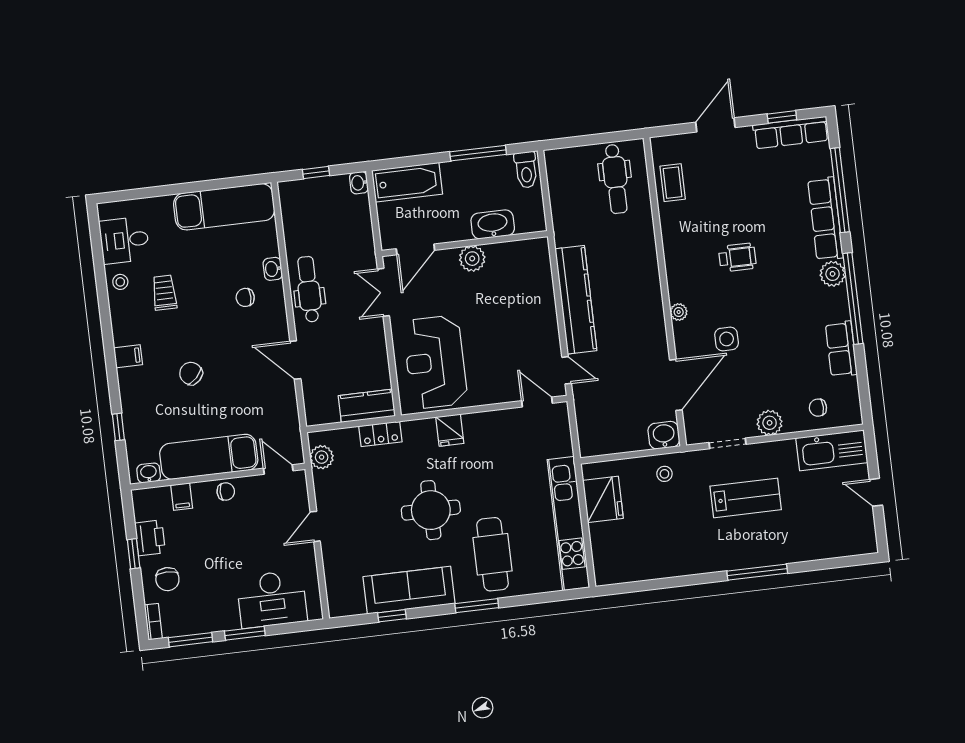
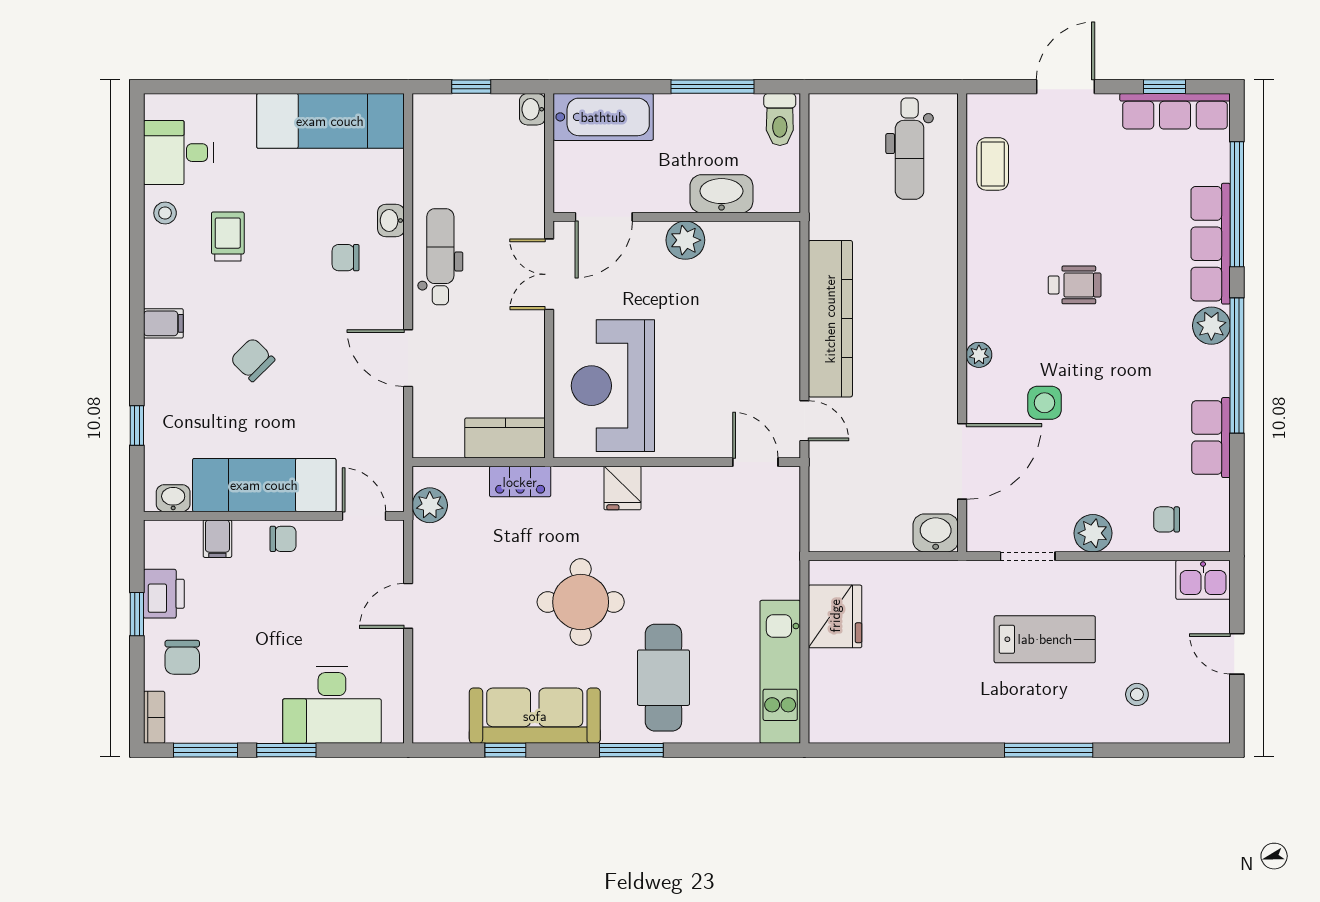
kitchen sink: (832, 450) -> (1203, 580), width x0.53, depth x0.81
stool: (664, 474) -> (1137, 694), moved
kitchen unit: (568, 524) -> (780, 672), width x0.73

